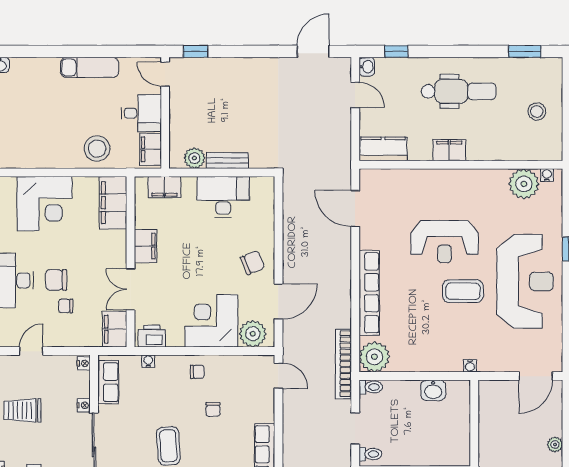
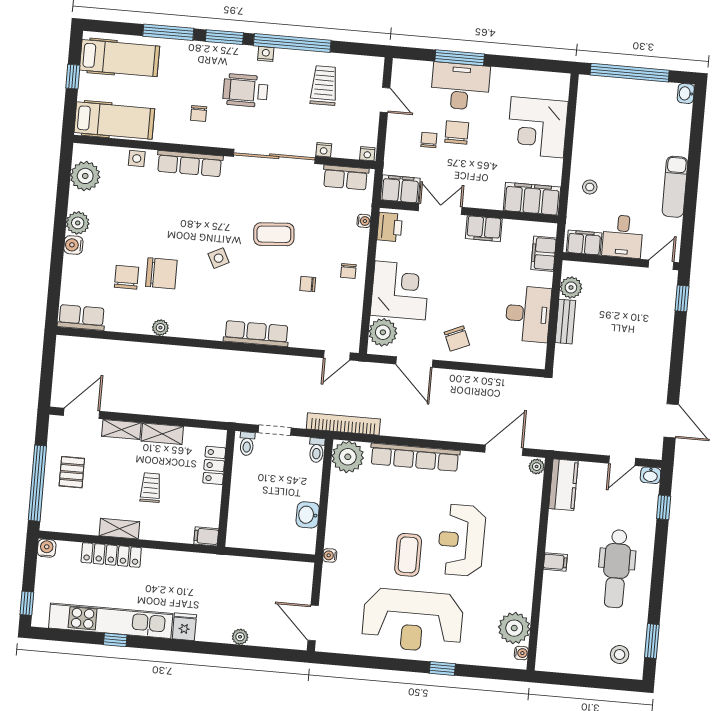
stool: (537, 111) -> (620, 655), moved
stool: (97, 149) -> (590, 187), width x0.53, depth x0.53
filing cabinet: (449, 150) -> (555, 562), width x0.50
plant: (368, 176) -> (537, 467), added

